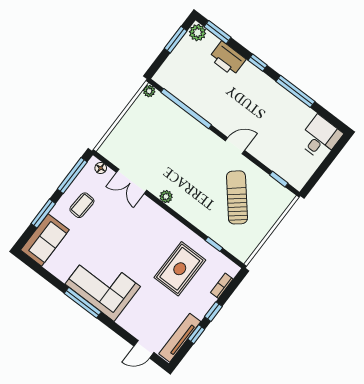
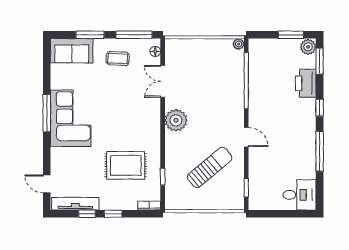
plant: (166, 197) -> (176, 120), width x1.87, depth x1.87
bookcase: (222, 286) -> (149, 206), moved

